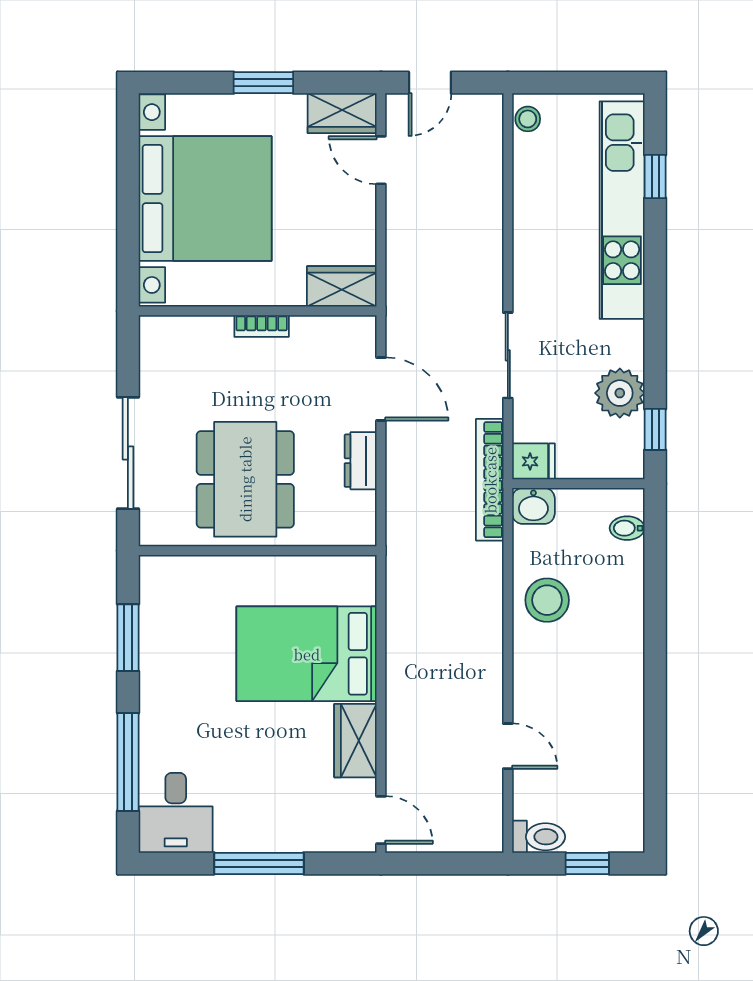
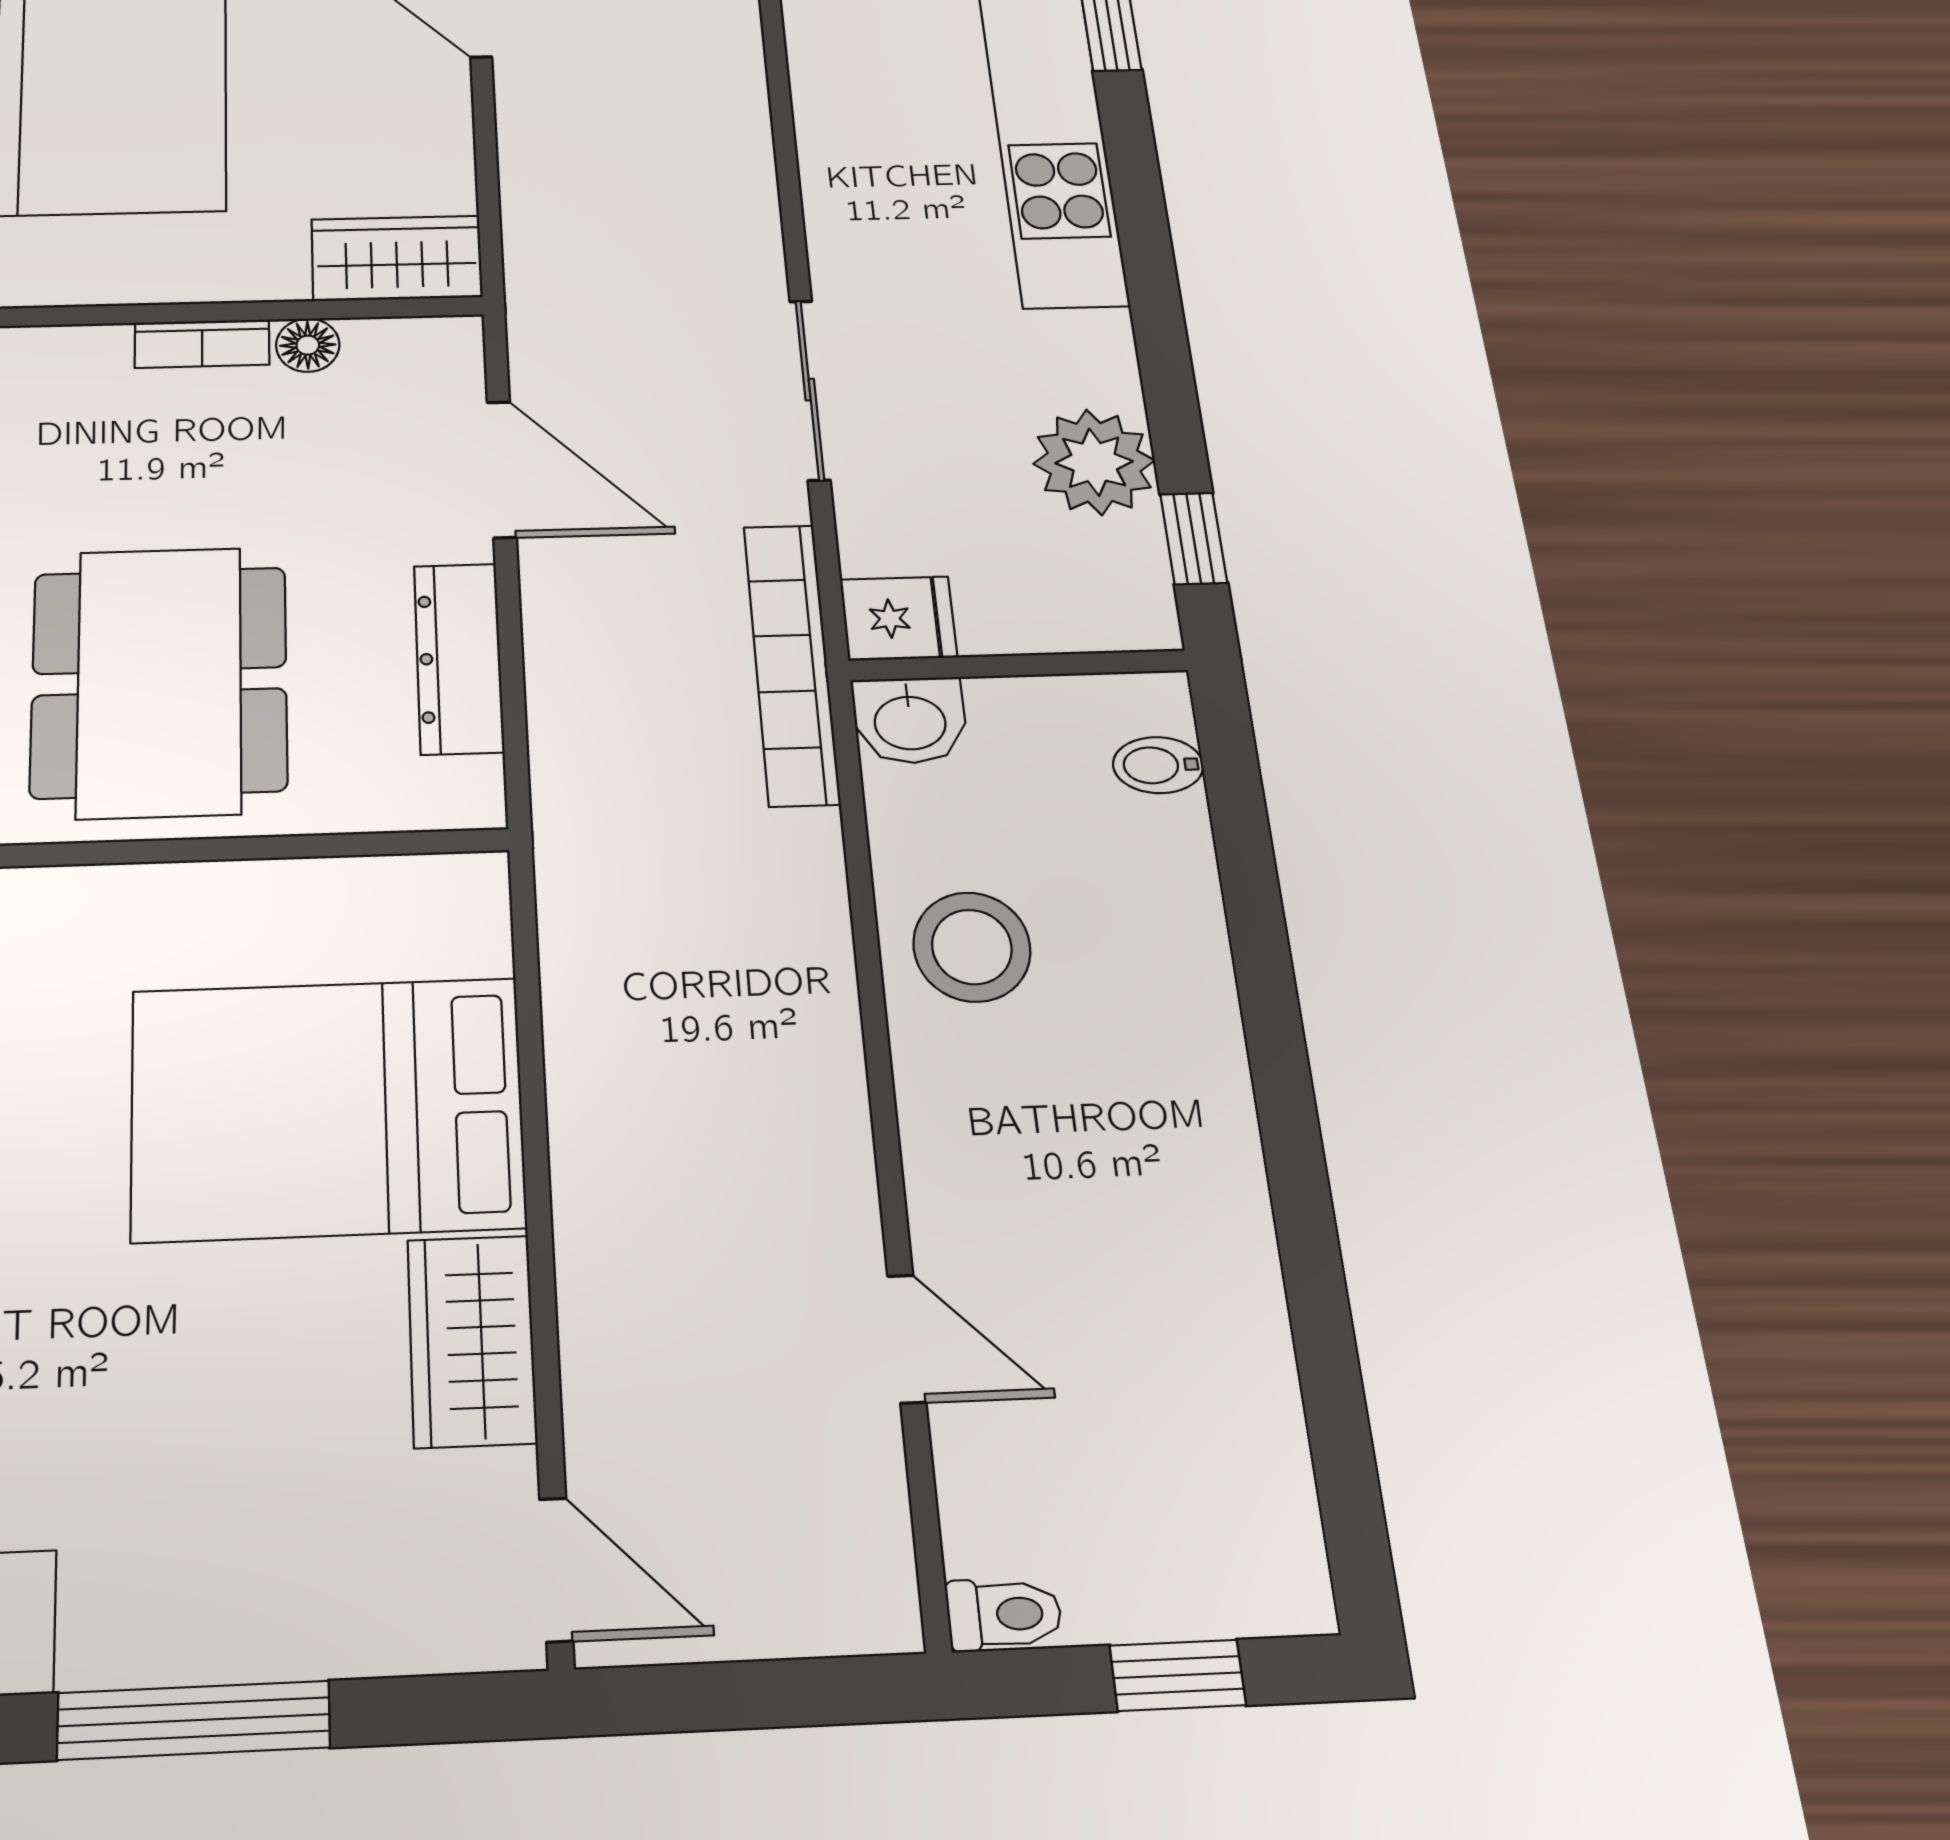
floor lamp: (304, 328) -> (308, 345), added
dresser: (361, 461) -> (459, 658), width x1.44
toilet: (539, 837) -> (1004, 1614), width x0.73, depth x0.72

